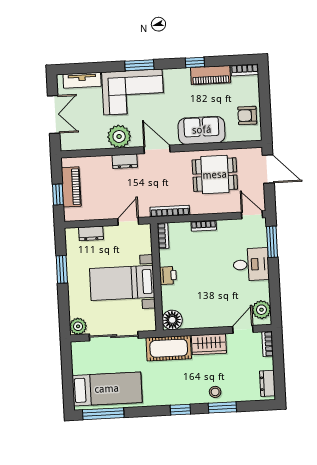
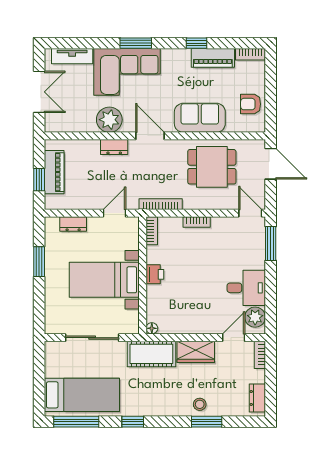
desk: (251, 264) -> (246, 288), moved
floor lamp: (172, 320) -> (152, 328), width x0.53, depth x0.53
plant: (78, 326) -> (54, 325), removed
window: (180, 410) -> (133, 422), moved

